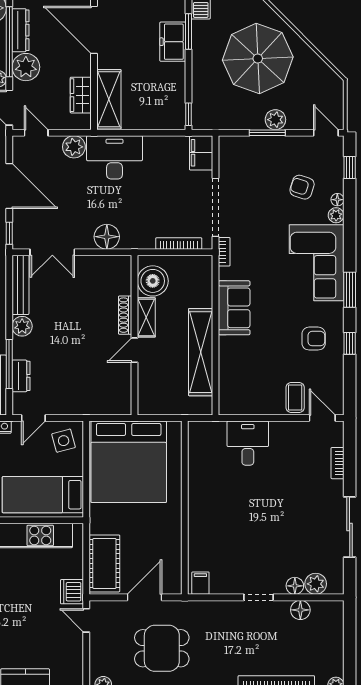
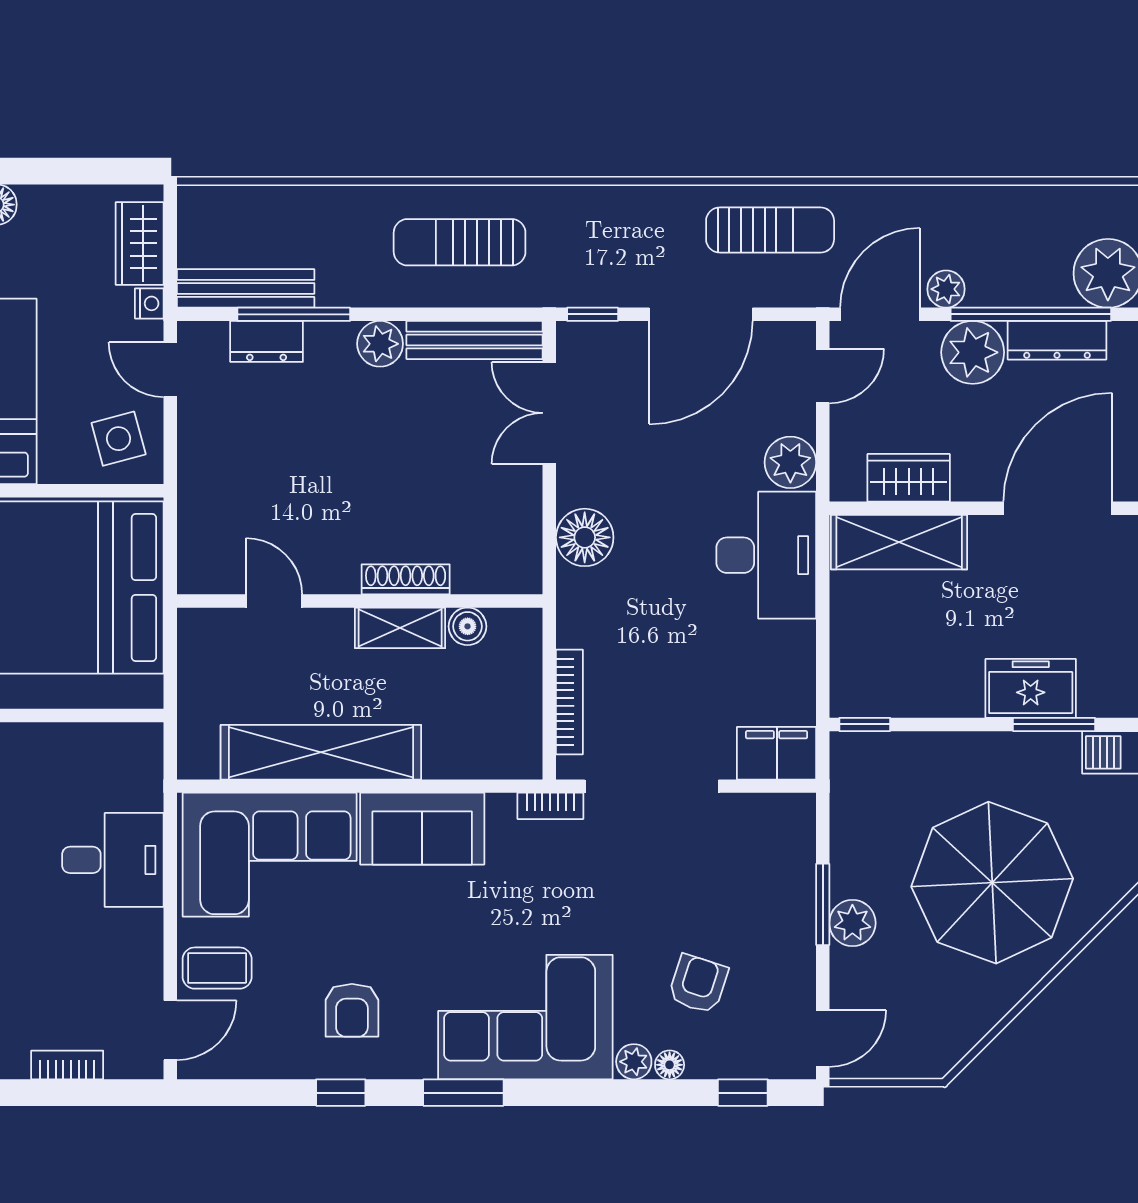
boiler: (153, 281) -> (468, 626), width x0.54, depth x0.54
door: (135, 350) -> (274, 601), moved
corner sofa: (246, 375) -> (270, 855), added

